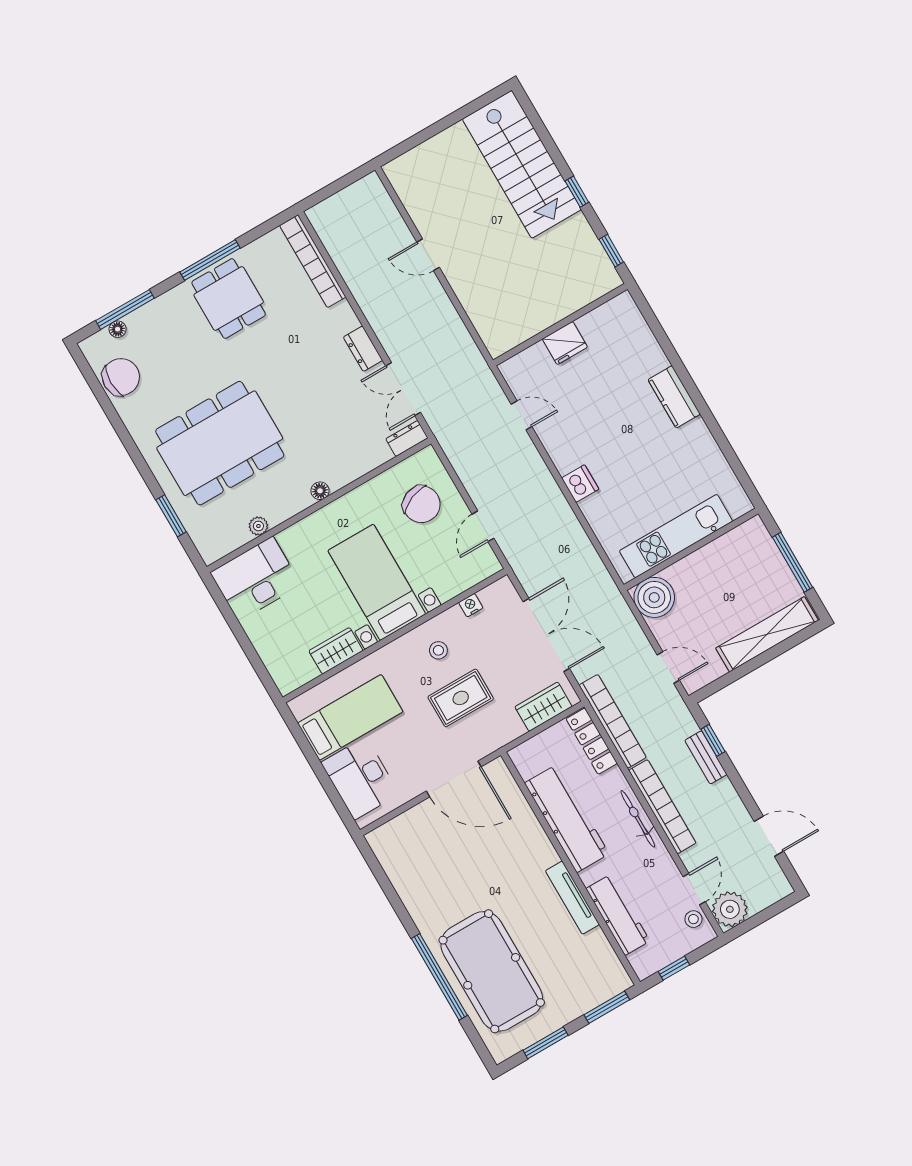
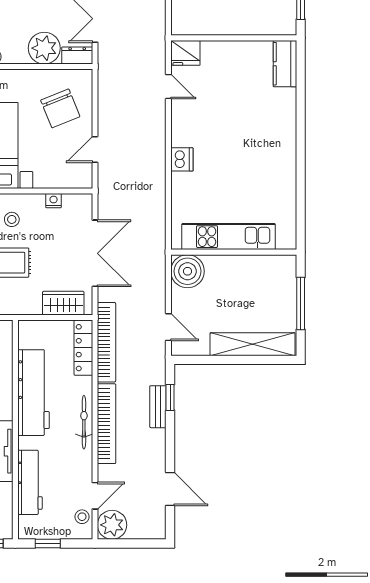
fridge: (565, 343) -> (185, 53), moved
kitchen counter: (674, 397) -> (285, 64), moved
plant: (368, 451) -> (44, 48), added

